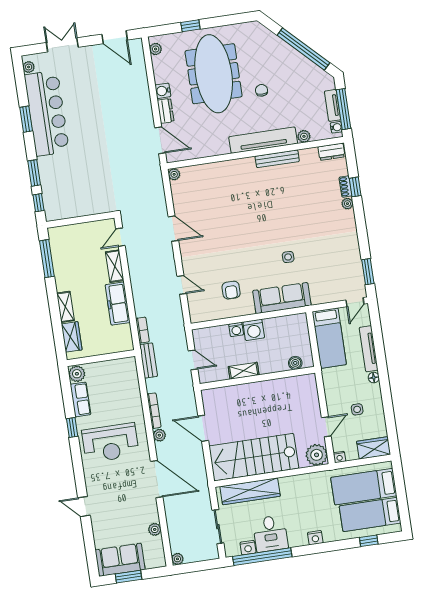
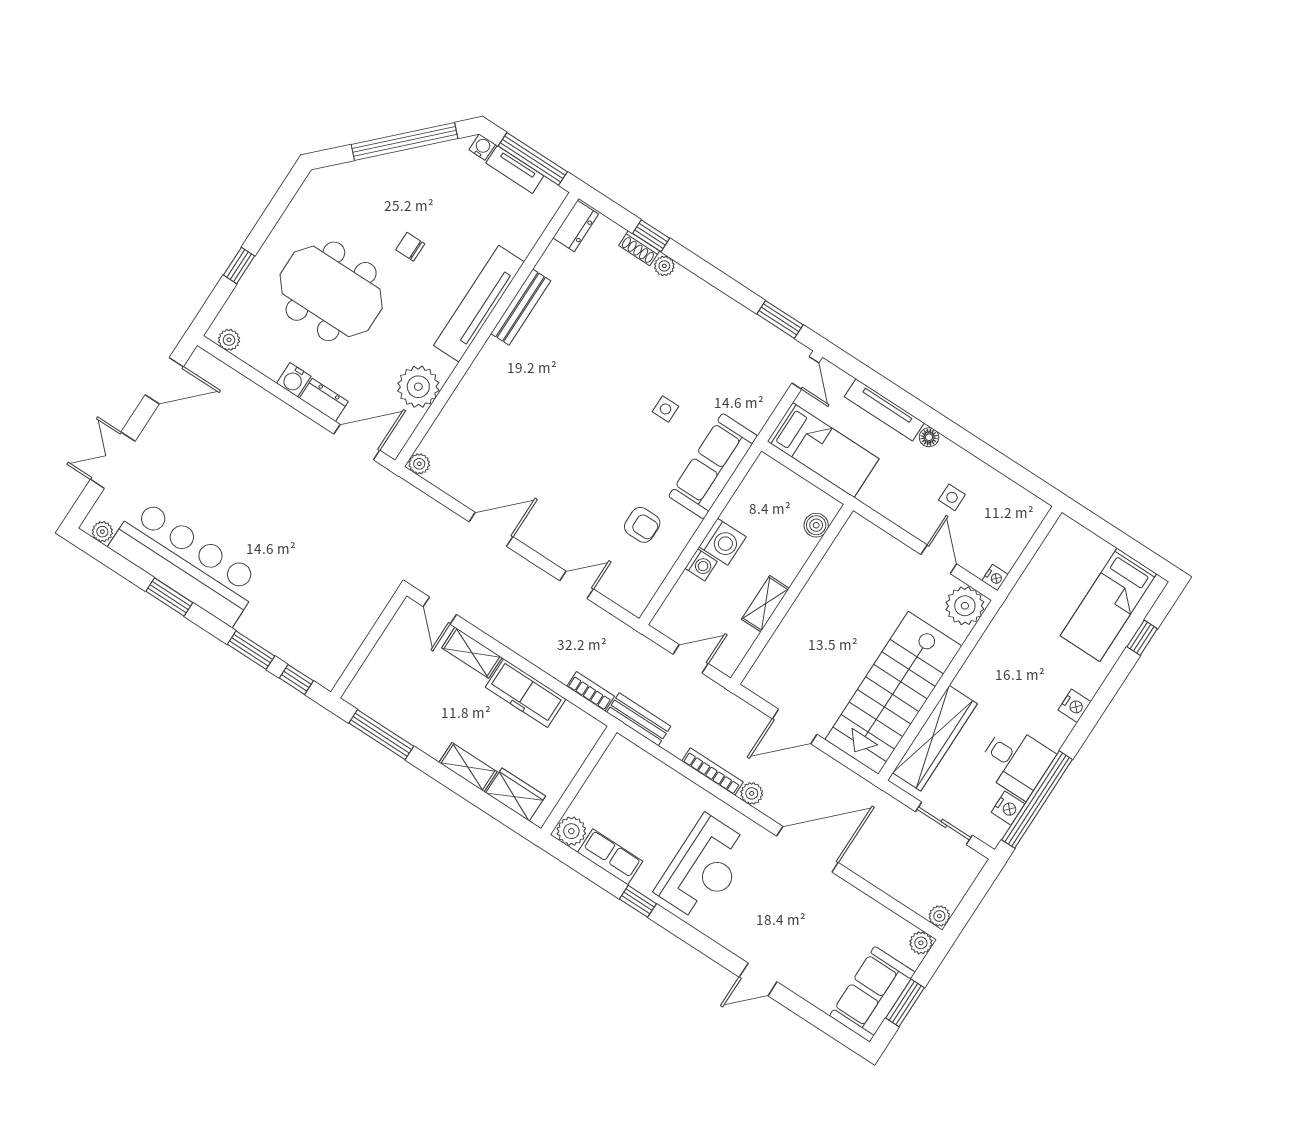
meeting table: (214, 74) -> (331, 291), width x0.73
water cooler: (336, 127) -> (482, 147), moved
plant: (304, 136) -> (418, 387), moved, width x1.87, depth x1.87
wardrobe: (374, 448) -> (1023, 521), removed
bed: (364, 487) -> (1064, 580), removed
plant: (155, 529) -> (921, 943), moved

